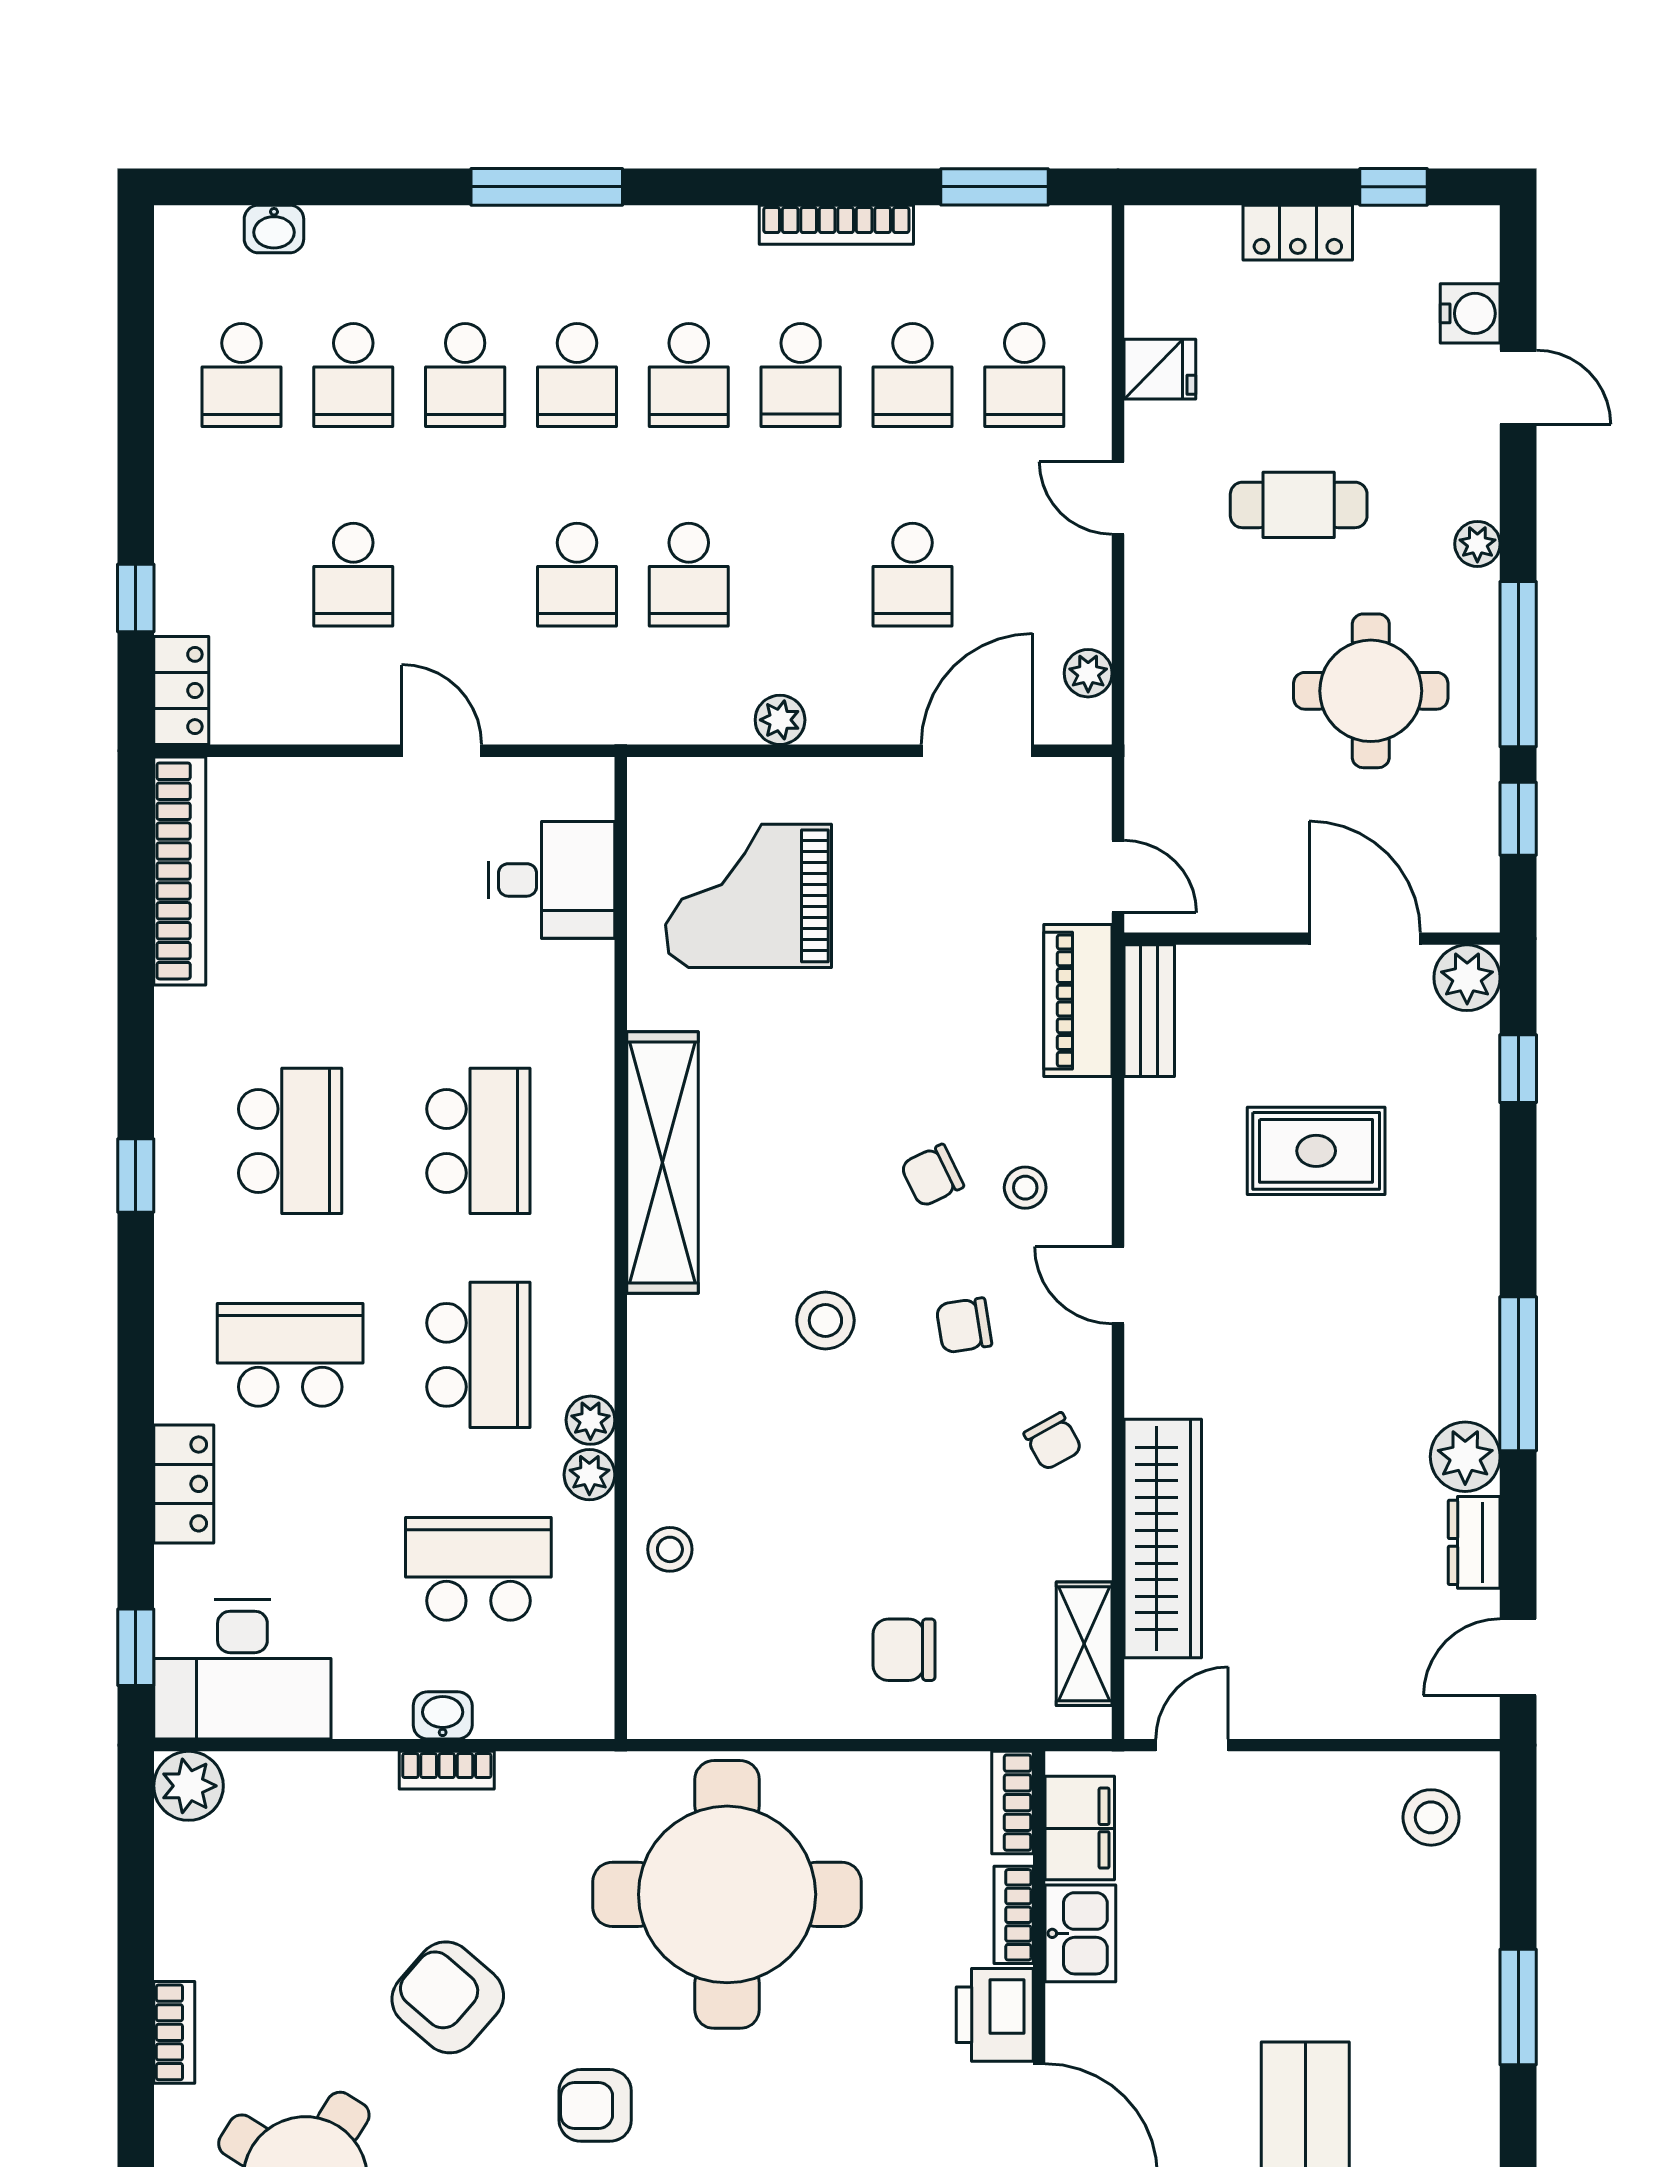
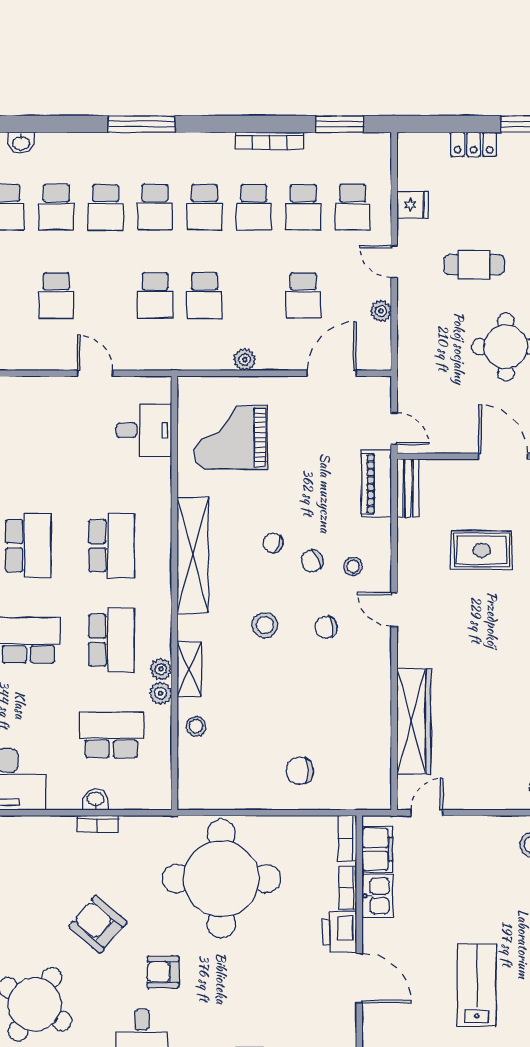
plant: (1088, 673) -> (381, 311), moved
chair: (1053, 1441) -> (273, 543), moved, turned 140
shelving: (1084, 1644) -> (189, 669), moved

